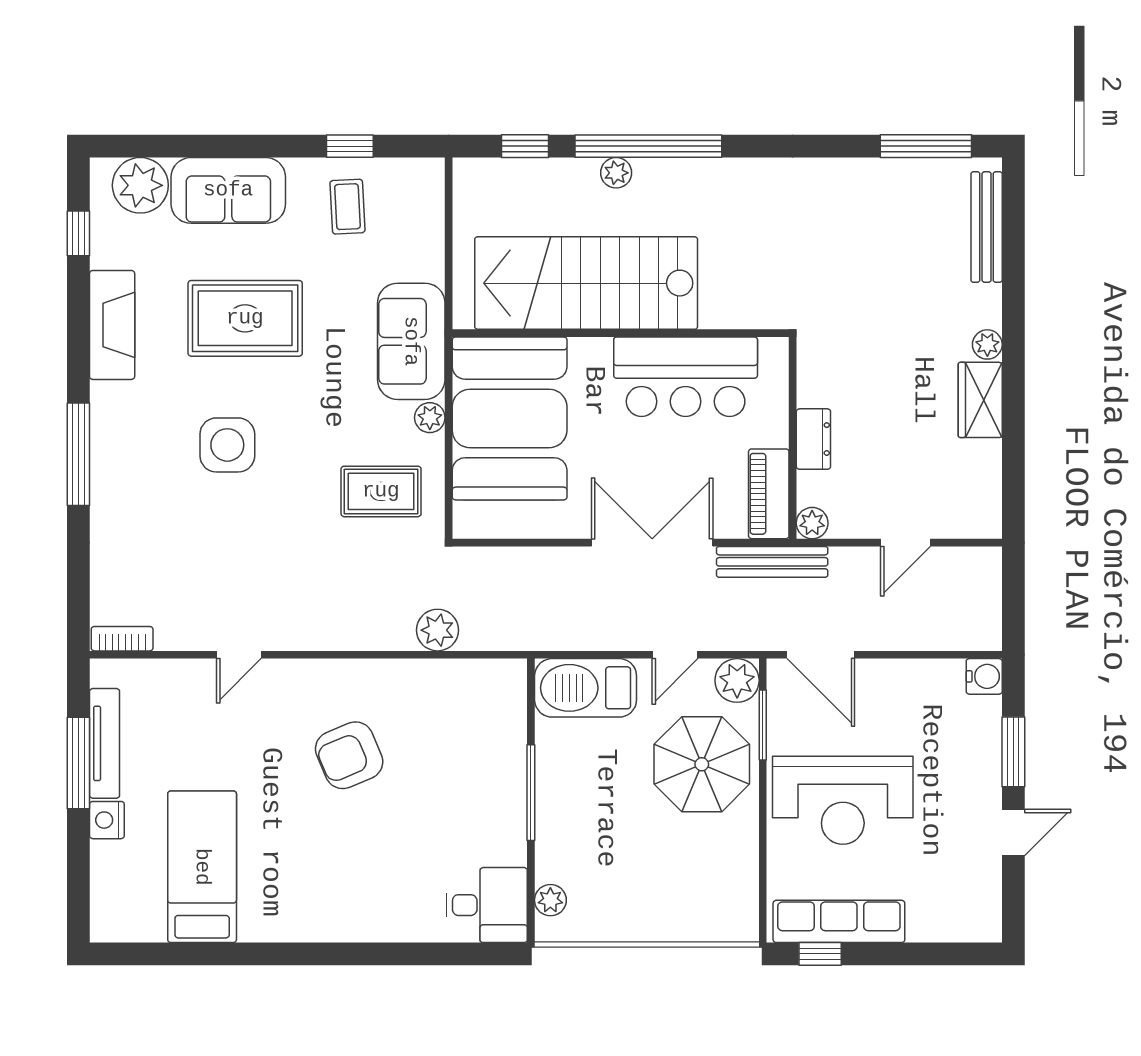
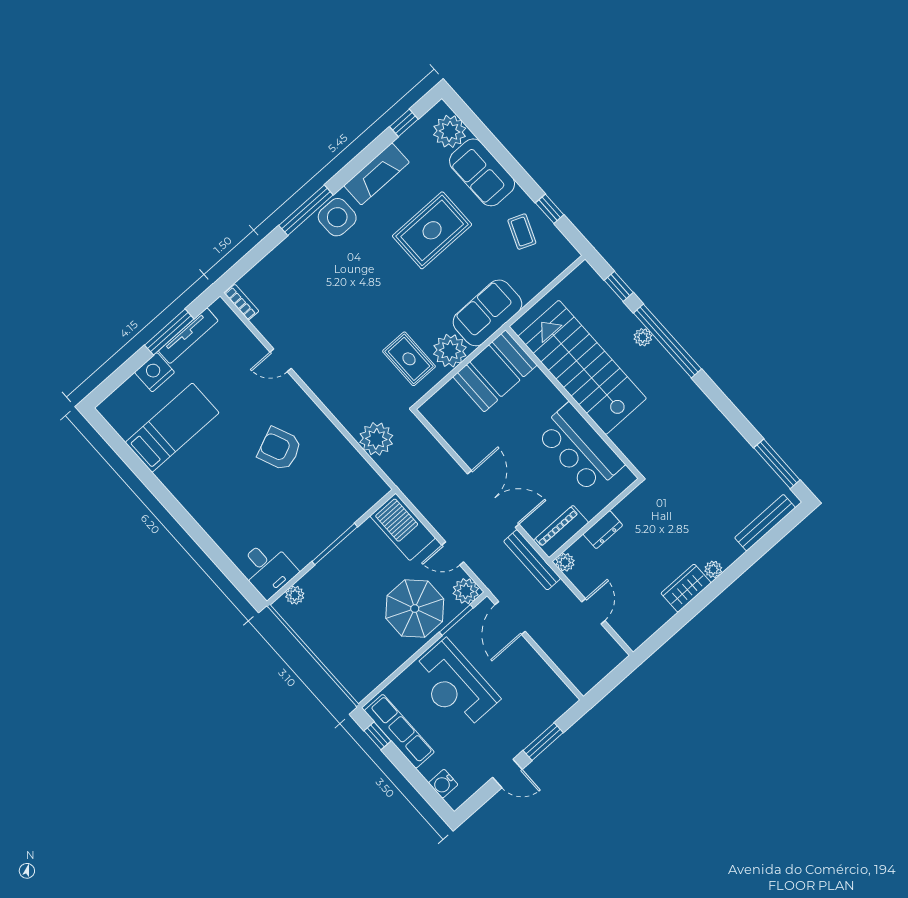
coffee table: (347, 207) -> (522, 232), turned -65
rug: (245, 318) -> (432, 230), turned 90
plant: (430, 418) -> (450, 351), width x1.88, depth x1.88
booth: (510, 418) -> (495, 371), width x0.73, depth x0.70
side table: (227, 445) -> (337, 217), moved
door: (905, 543) -> (593, 611), swing flipped
plant: (438, 630) -> (376, 439), width x1.36, depth x1.36
water cooler: (984, 676) -> (443, 784), moved, turned 90
nightstand: (107, 820) -> (155, 372), width x1.36, depth x1.33

